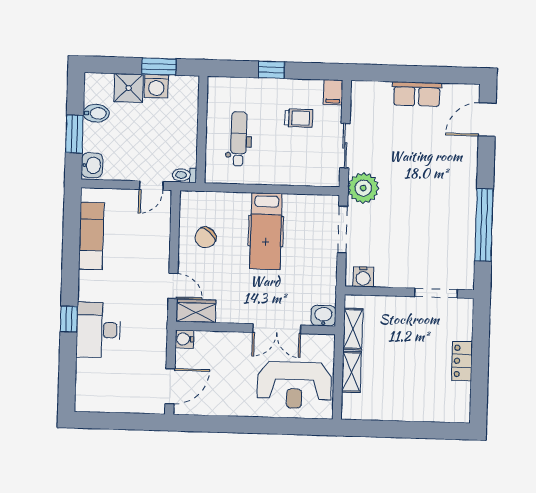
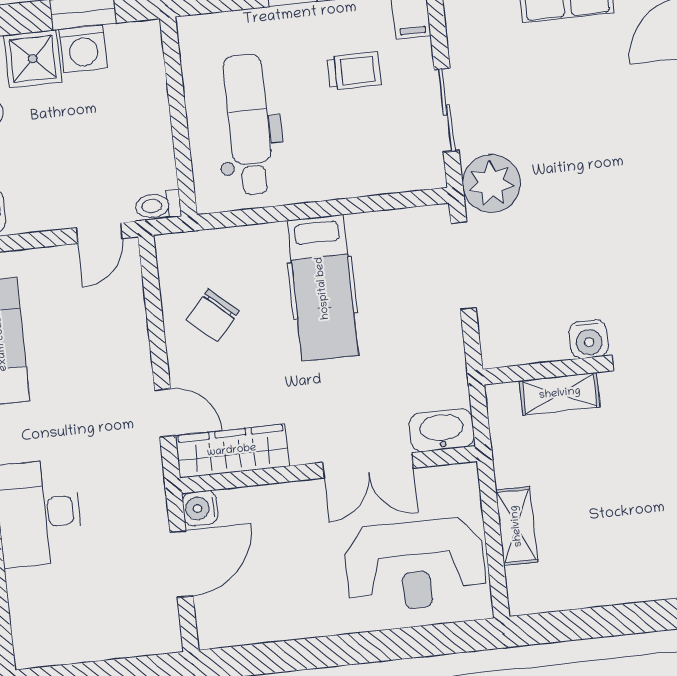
dental chair: (239, 139) -> (249, 124), width x1.36, depth x1.38
water cooler: (363, 277) -> (589, 339), moved
wardrobe: (196, 311) -> (232, 451), width x1.50
washbasin: (323, 316) -> (442, 430), width x1.38
shelving: (353, 329) -> (560, 394), moved, turned 90
door: (170, 386) -> (182, 564), moved

